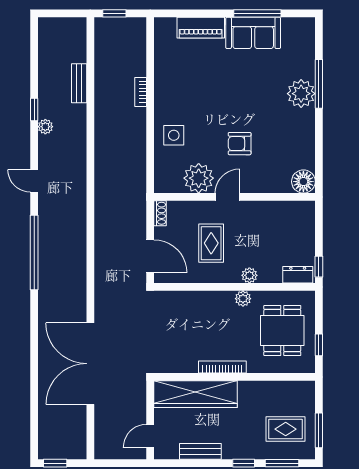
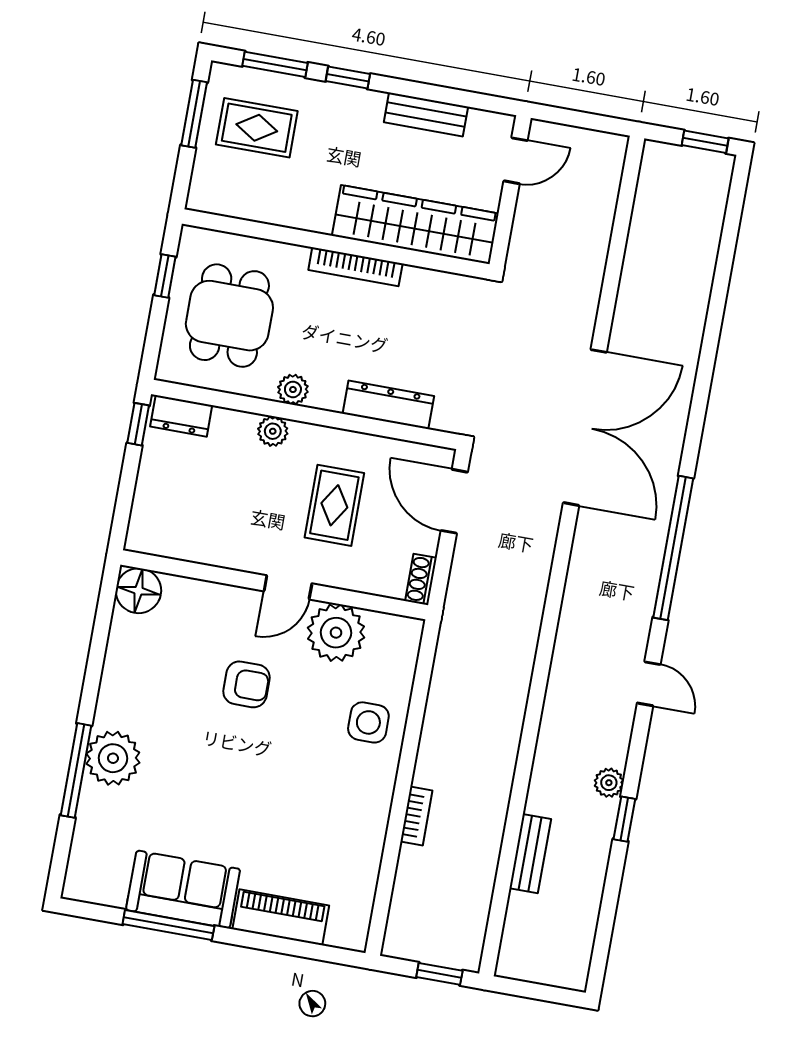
dresser: (193, 300) -> (388, 405), added
double door: (90, 364) -> (585, 427), moved

